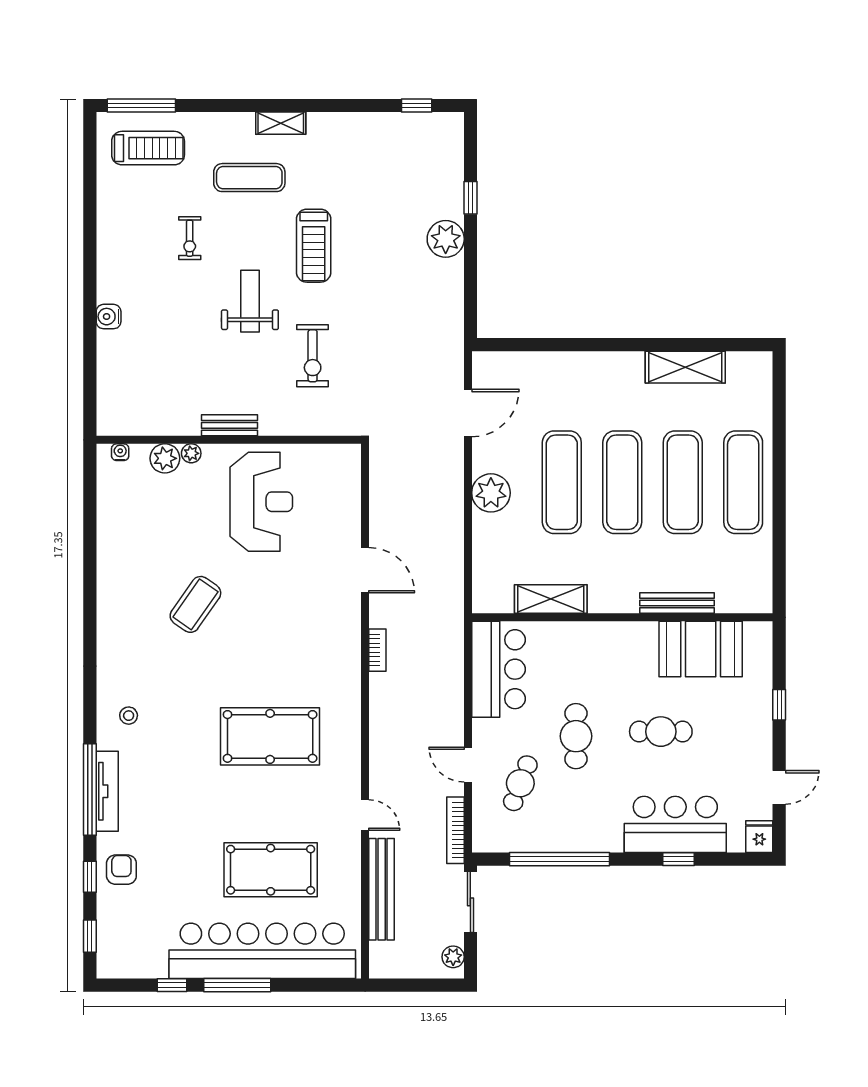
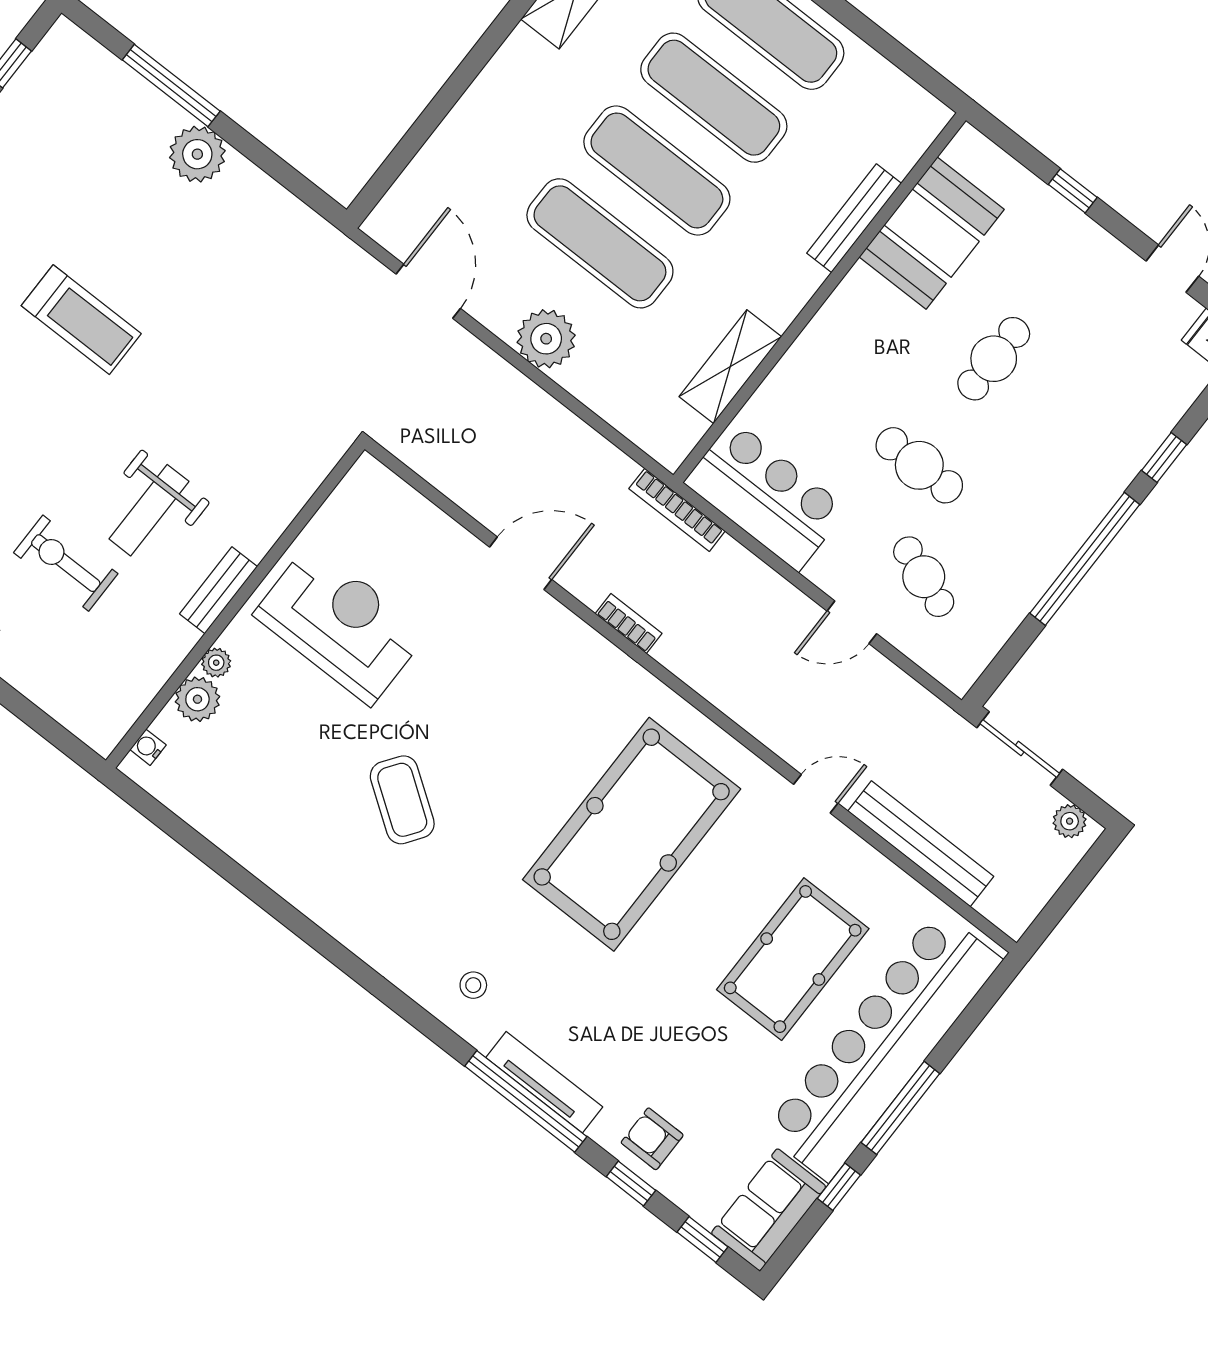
window: (470, 198) -> (171, 86), width x2.17
weight bench: (250, 301) -> (149, 510), moved, turned -90
exercise bike: (313, 356) -> (66, 563), moved, turned 180
pool table: (270, 736) -> (632, 834), width x1.36, depth x1.32
bar counter: (675, 824) -> (1119, 429), removed
bookcase: (456, 830) -> (677, 510), moved
window: (560, 859) -> (1085, 559), moved
sofa: (132, 958) -> (769, 1210), added

